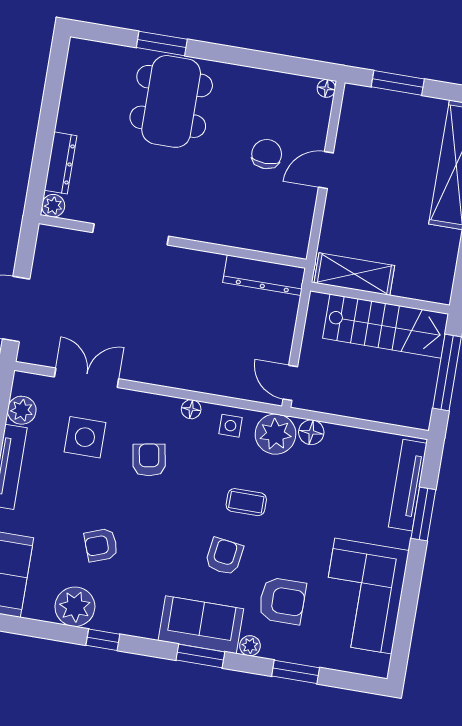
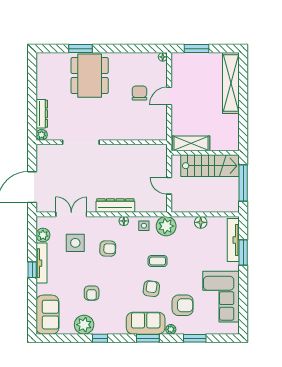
dresser: (264, 275) -> (115, 206), moved, turned 180
door: (290, 383) -> (169, 186), moved
floor lamp: (311, 432) -> (201, 222), moved
armchair: (149, 460) -> (108, 249), turned 102
armchair: (101, 545) -> (92, 293), turned -70

